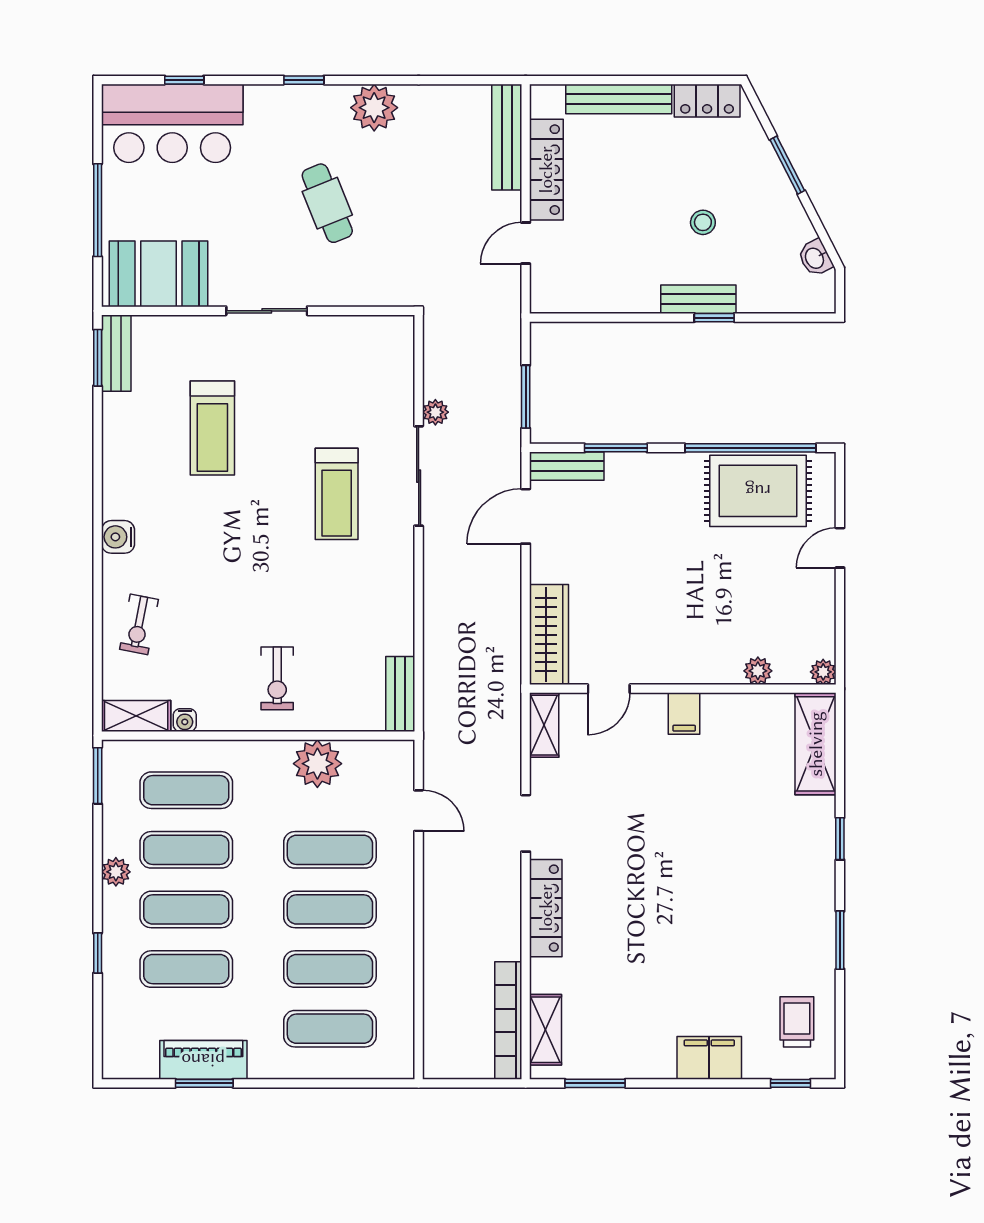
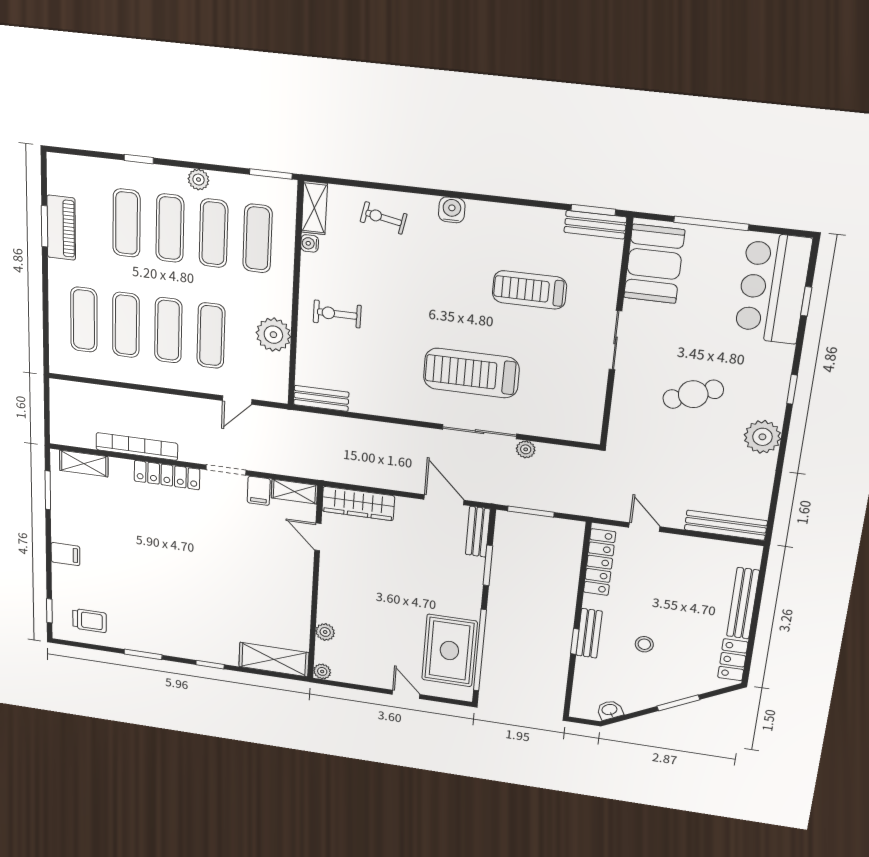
locker: (546, 170) -> (600, 562), moved, turned -90
treadmill: (337, 494) -> (471, 373), width x1.37, depth x1.38
filing cabinet: (684, 714) -> (259, 491), moved, turned -90
bookcase: (508, 1020) -> (137, 446), moved
filing cabinet: (709, 1058) -> (65, 554), width x0.50

